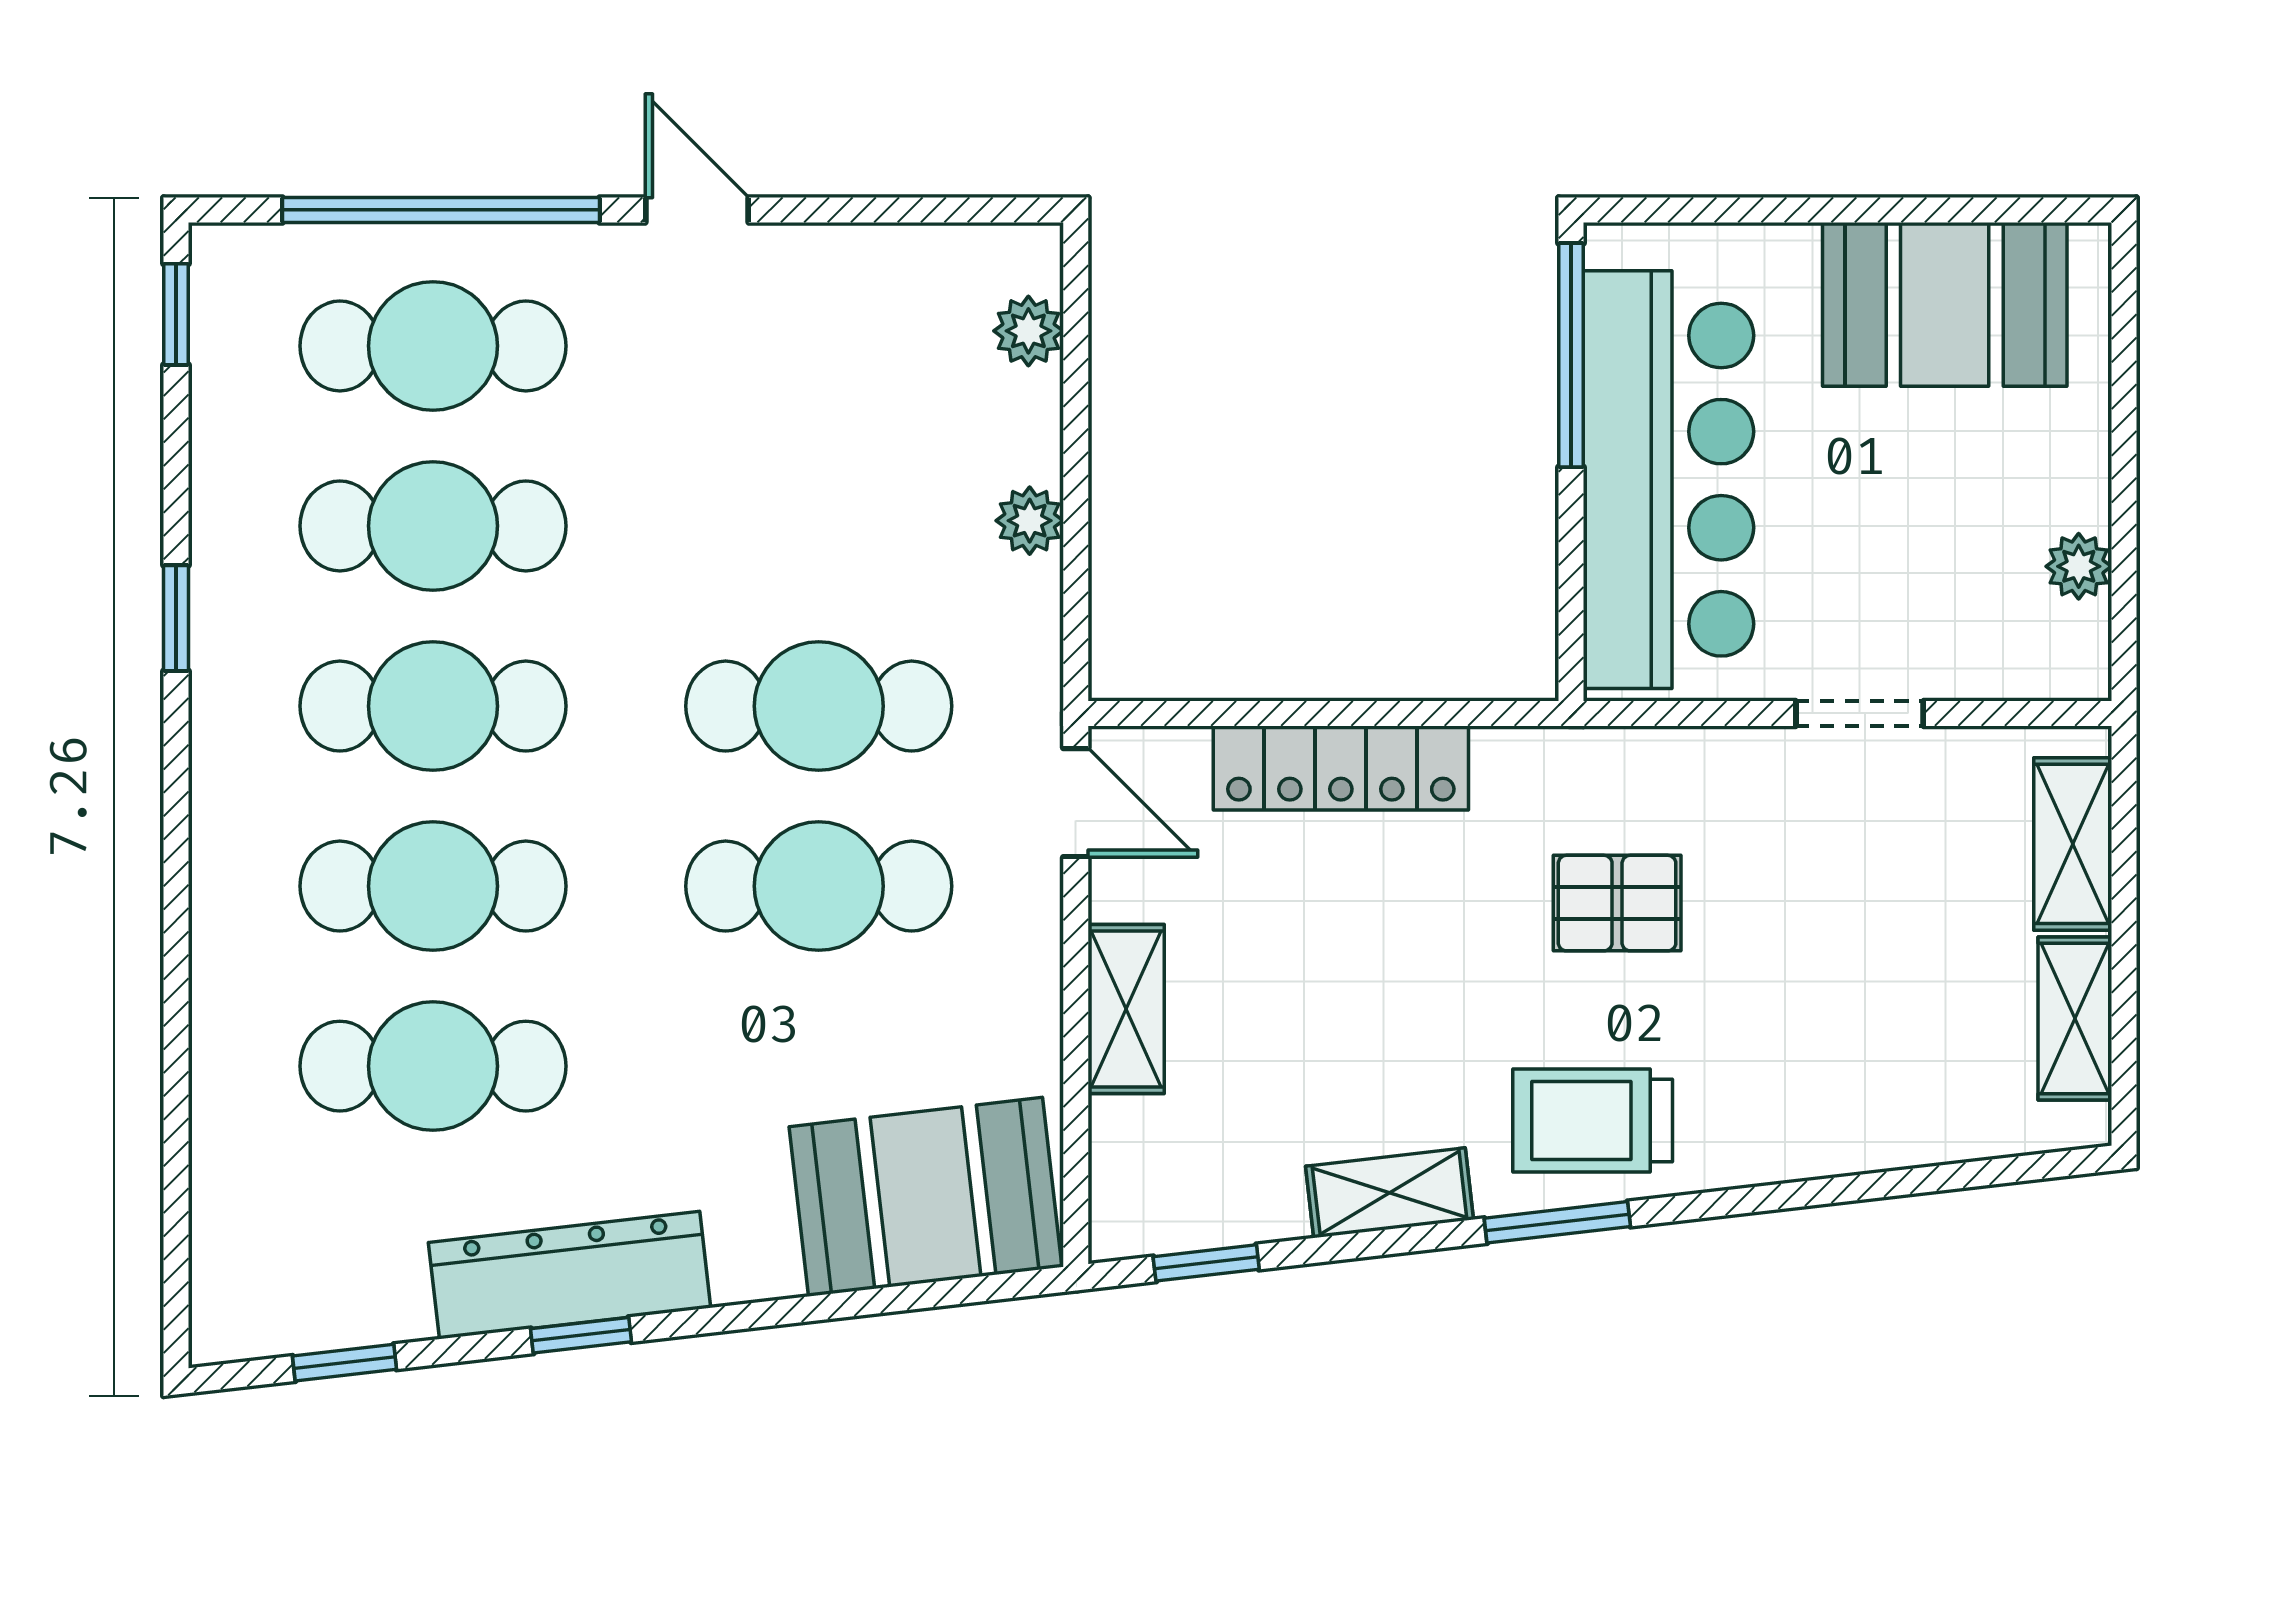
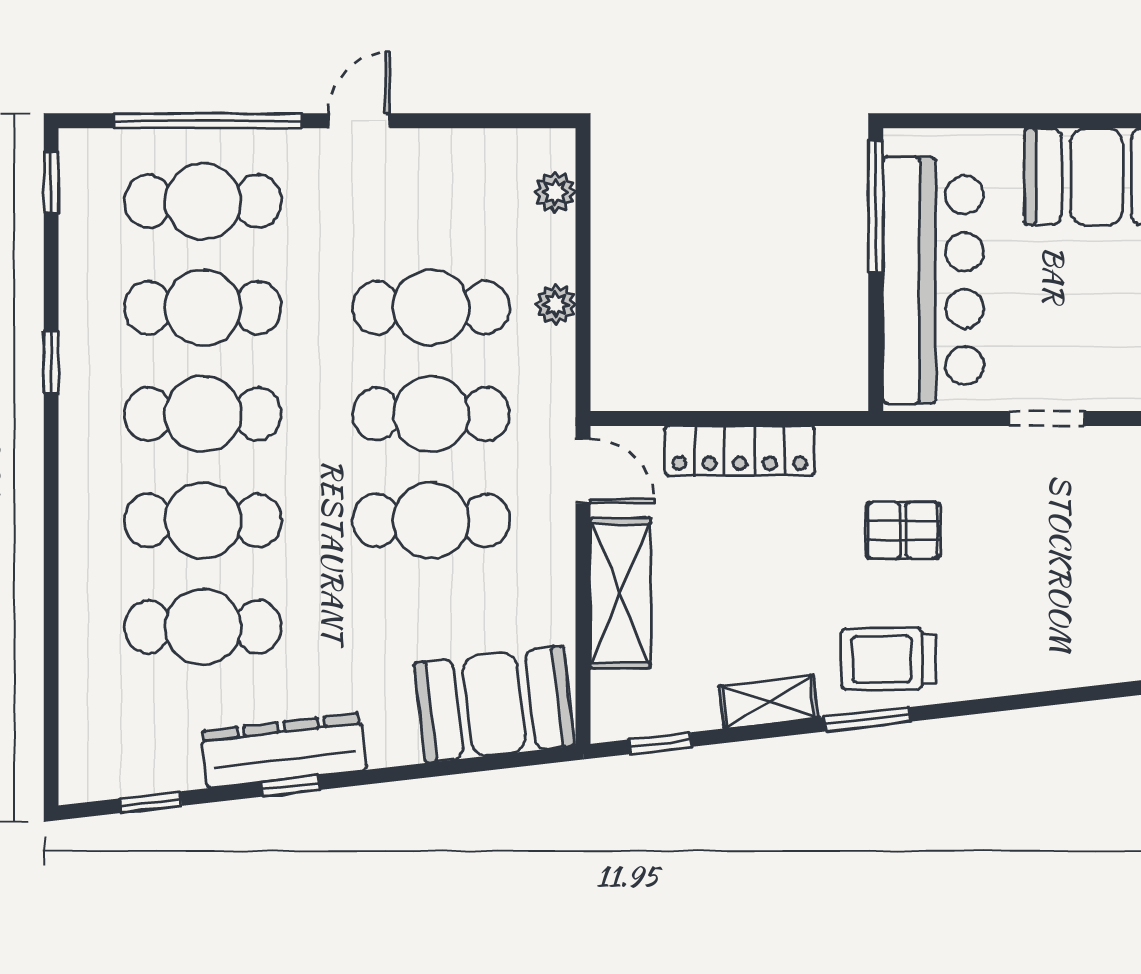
door: (697, 210) -> (359, 121), hinge flipped
cafe table: (819, 526) -> (431, 308), added
shelving: (1126, 1009) -> (620, 593), width x1.50, depth x1.33

